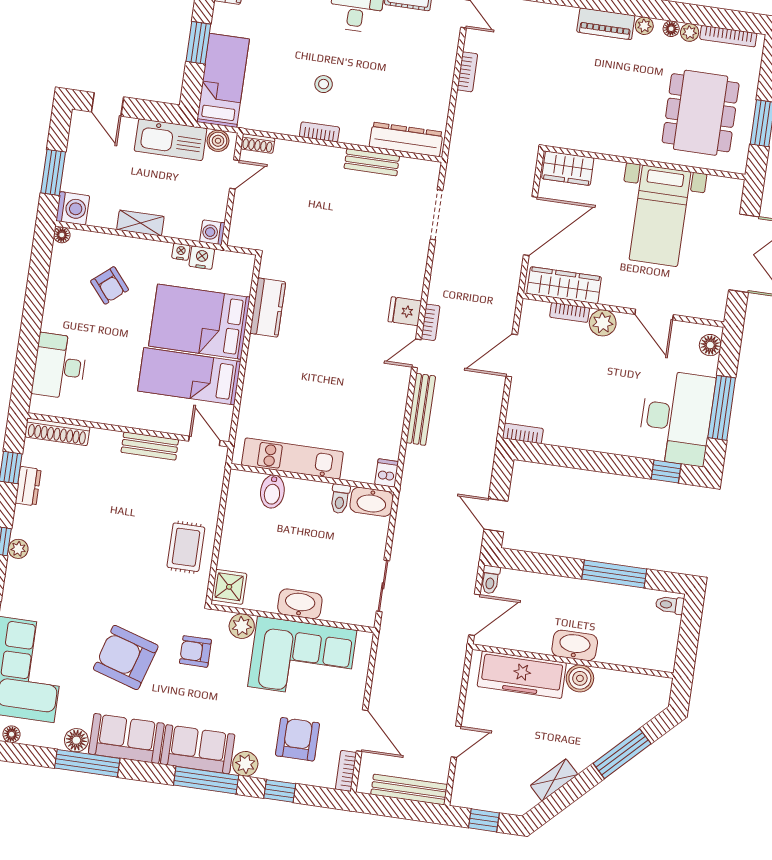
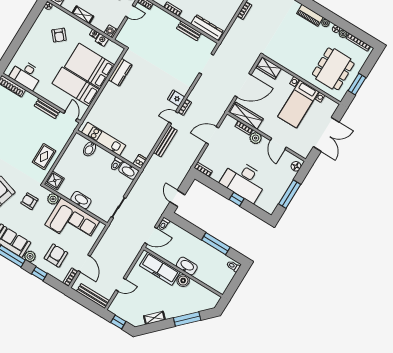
desk: (59, 366) -> (26, 75), moved, turned -90
desk: (676, 418) -> (244, 181), moved, turned 90
window: (666, 472) -> (237, 199), moved

